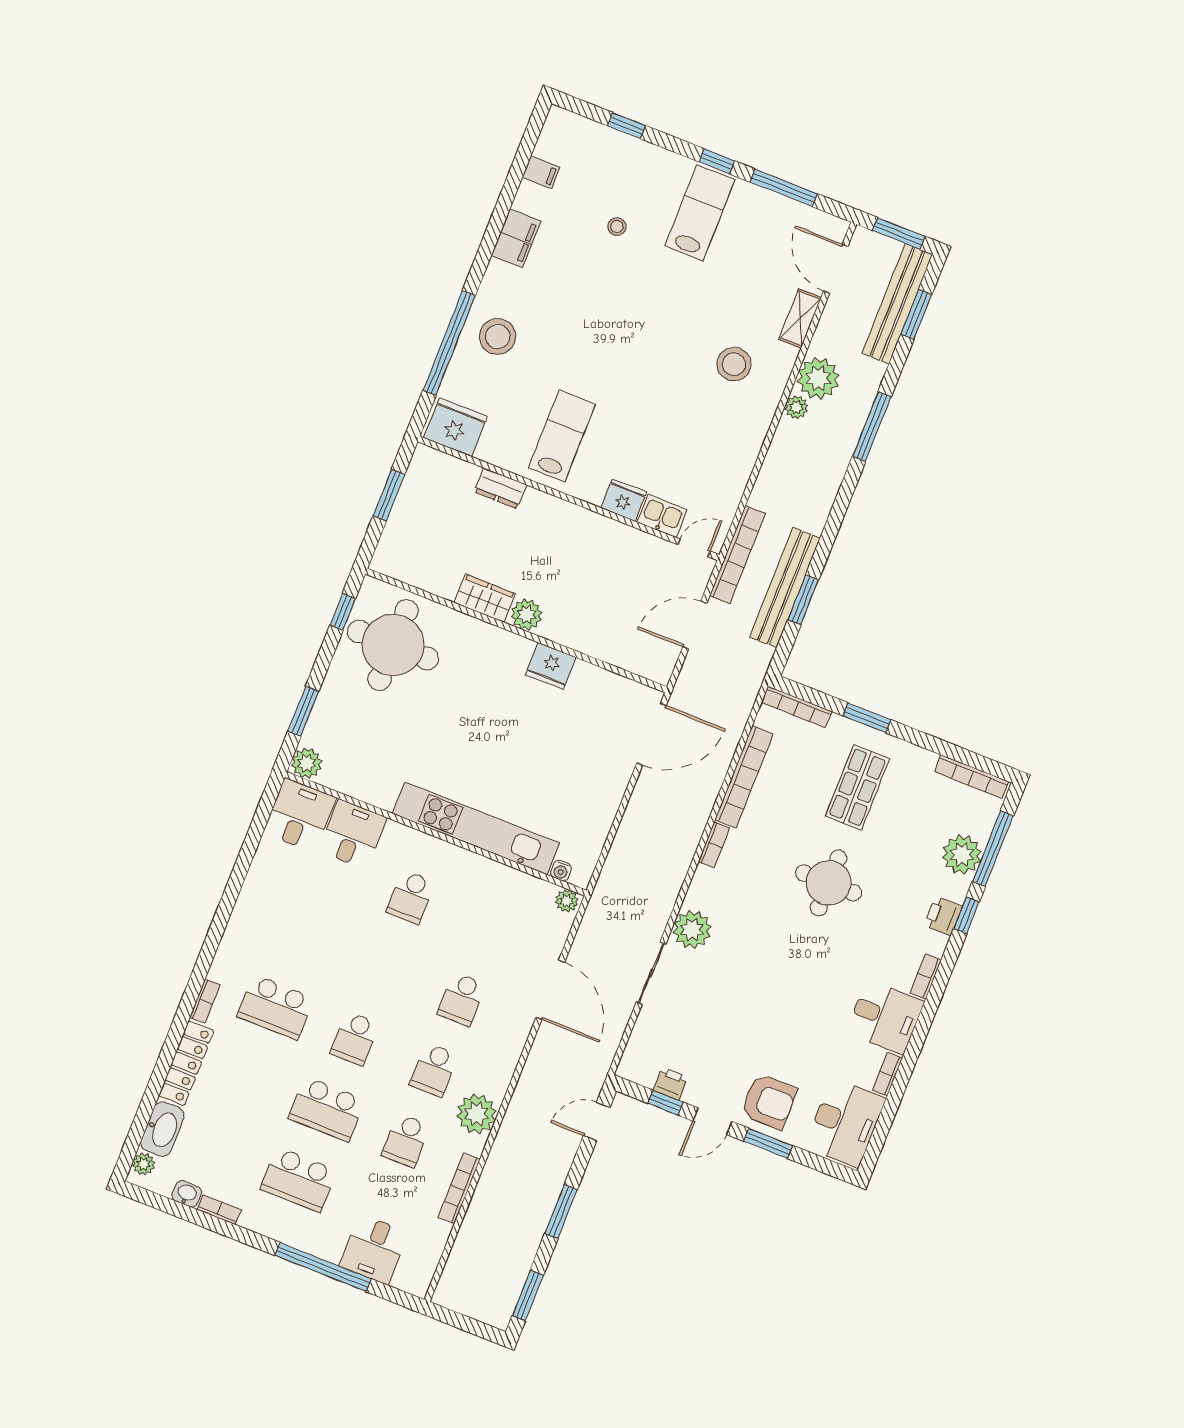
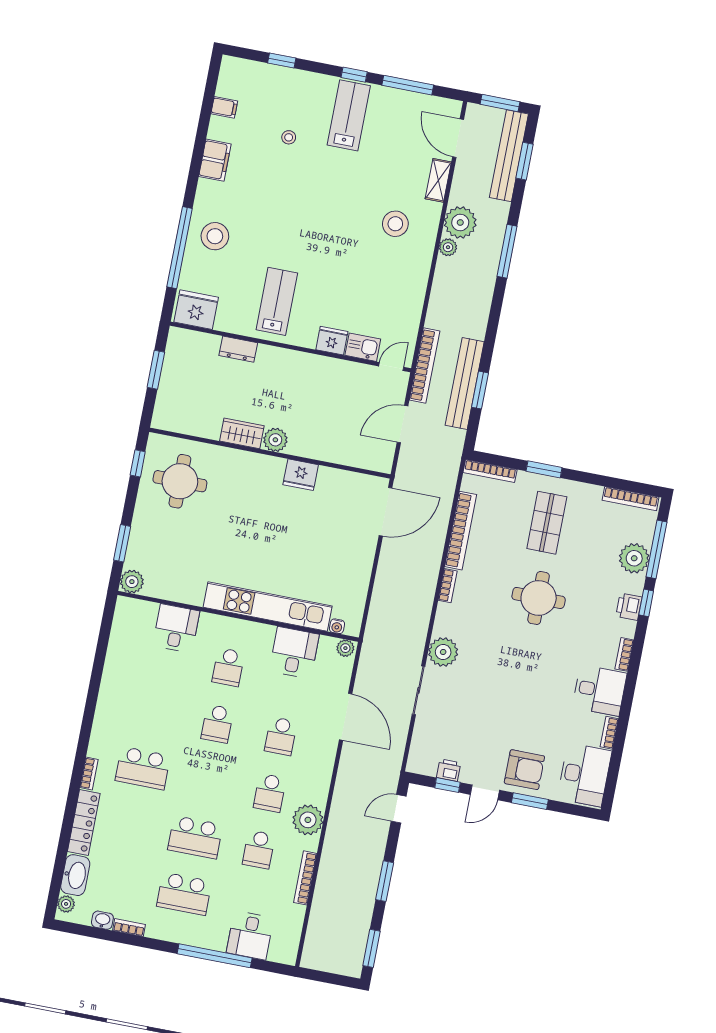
round table: (393, 645) -> (180, 481), width x0.73, depth x0.73
desk: (300, 815) -> (294, 653), moved
school desk: (355, 1038) -> (217, 724), moved

